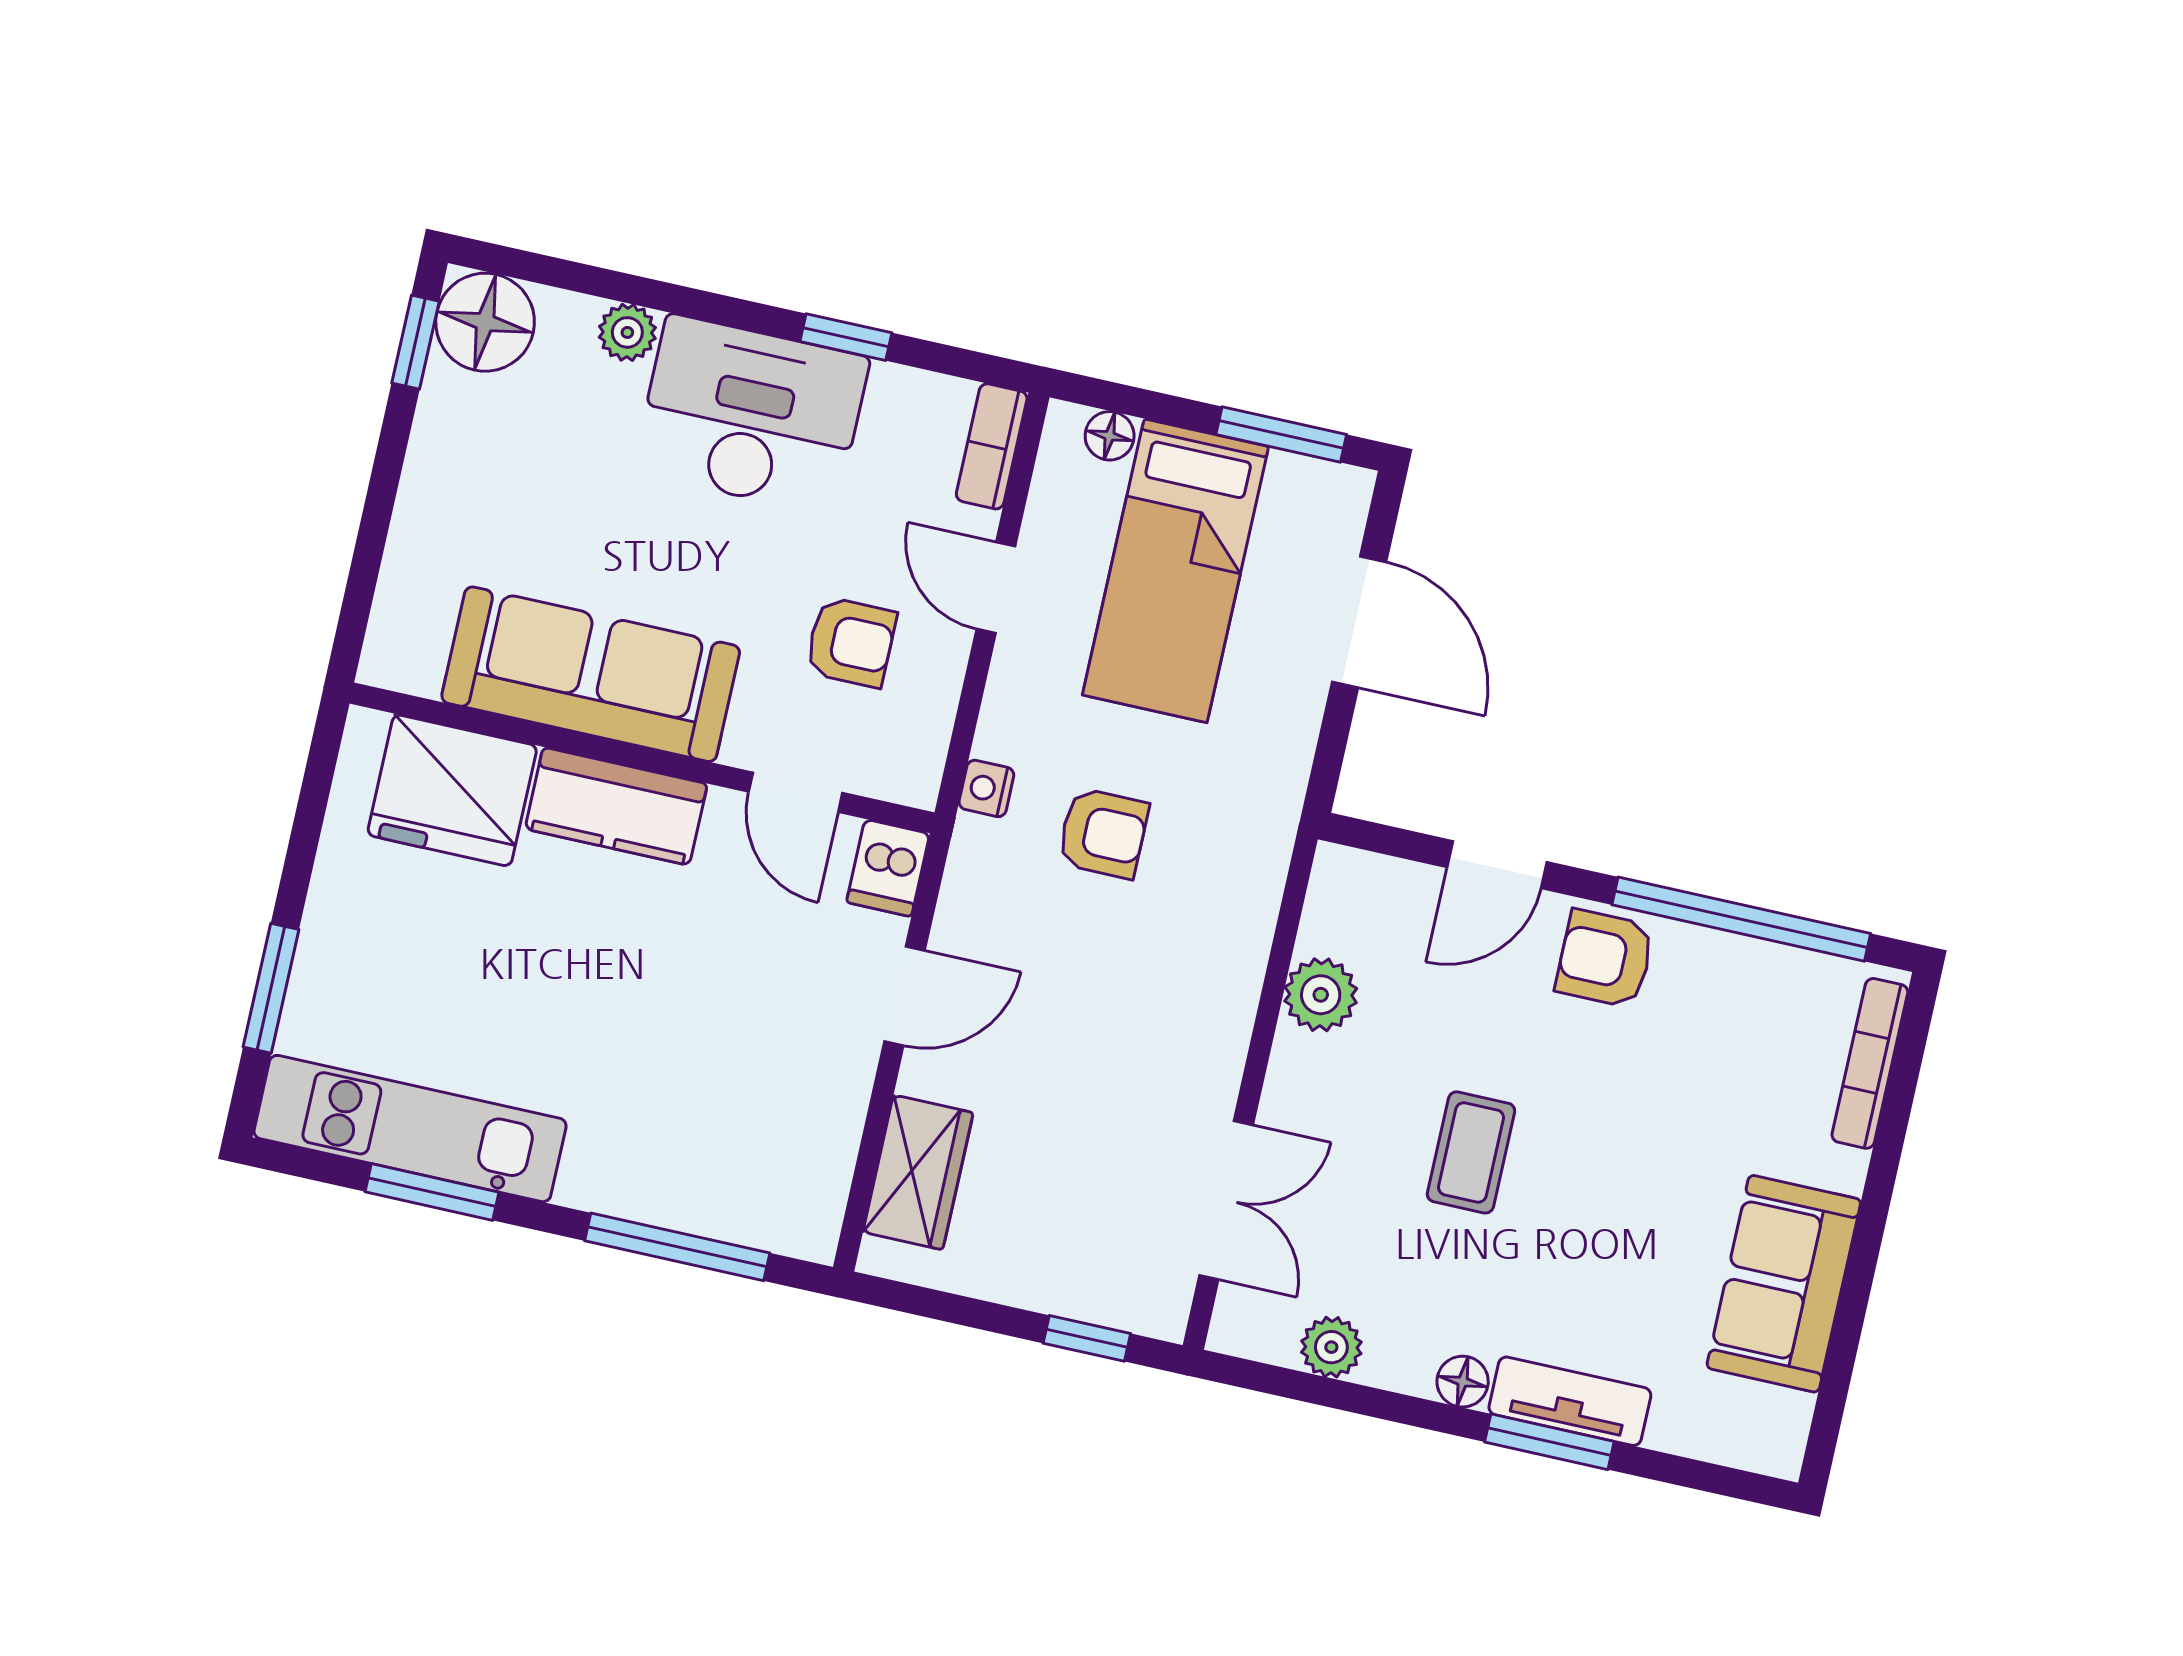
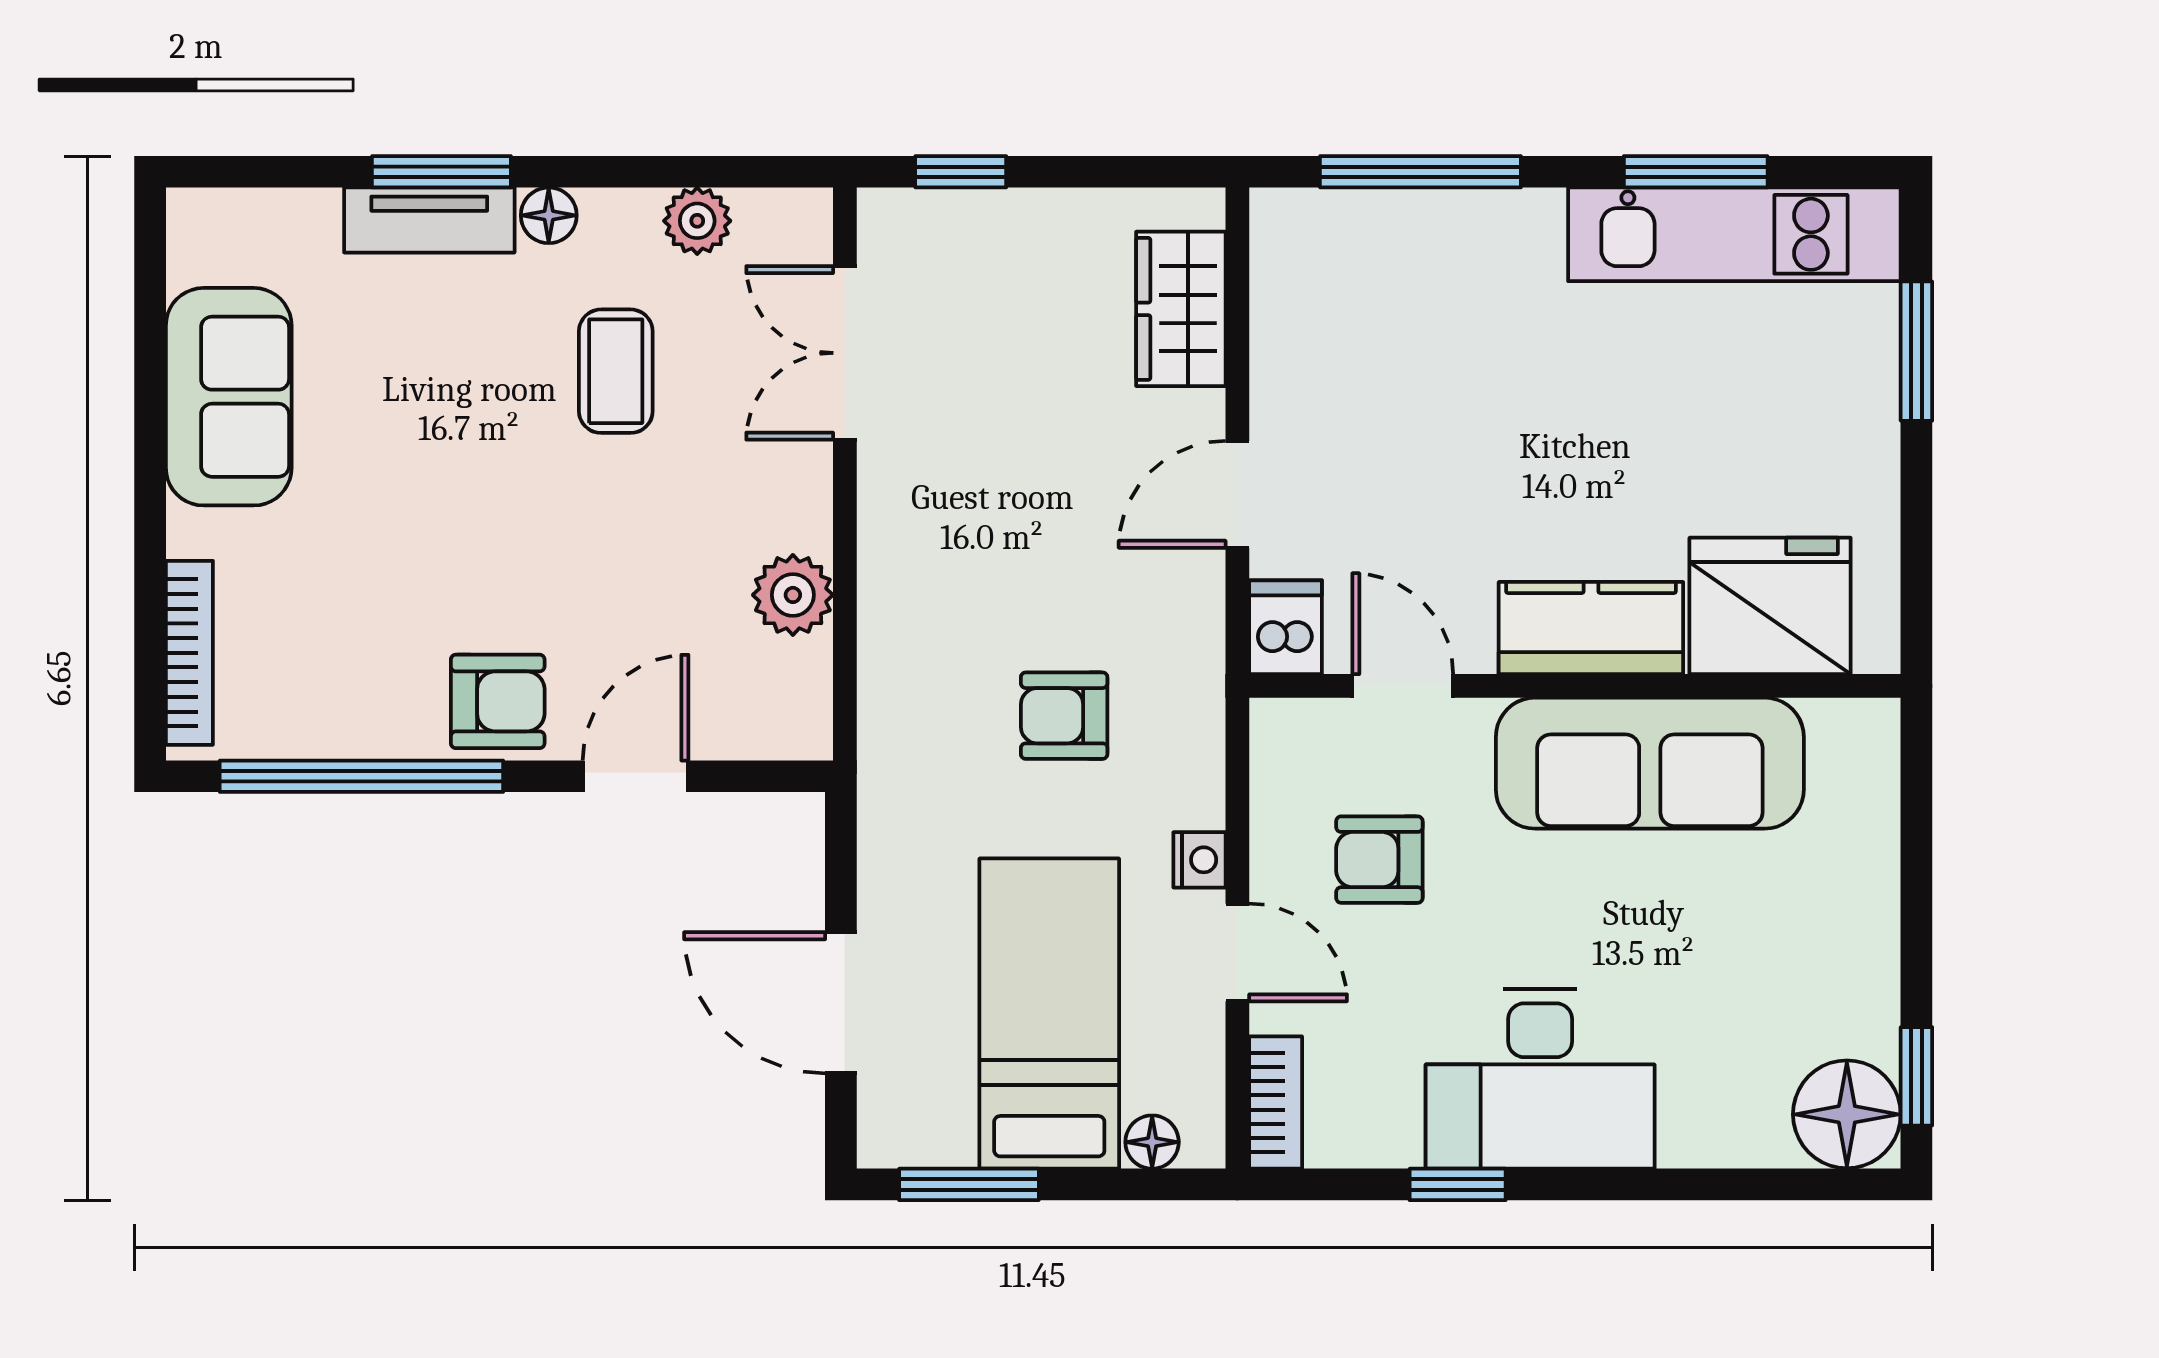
plant: (627, 332) -> (1692, 1137), removed
nightstand: (986, 788) -> (1199, 860), moved
coffee table: (1471, 1152) -> (616, 371), moved

